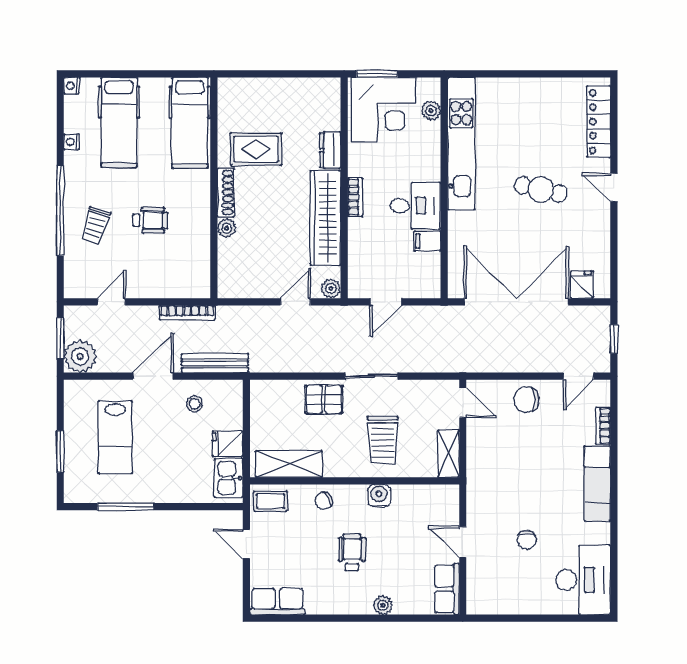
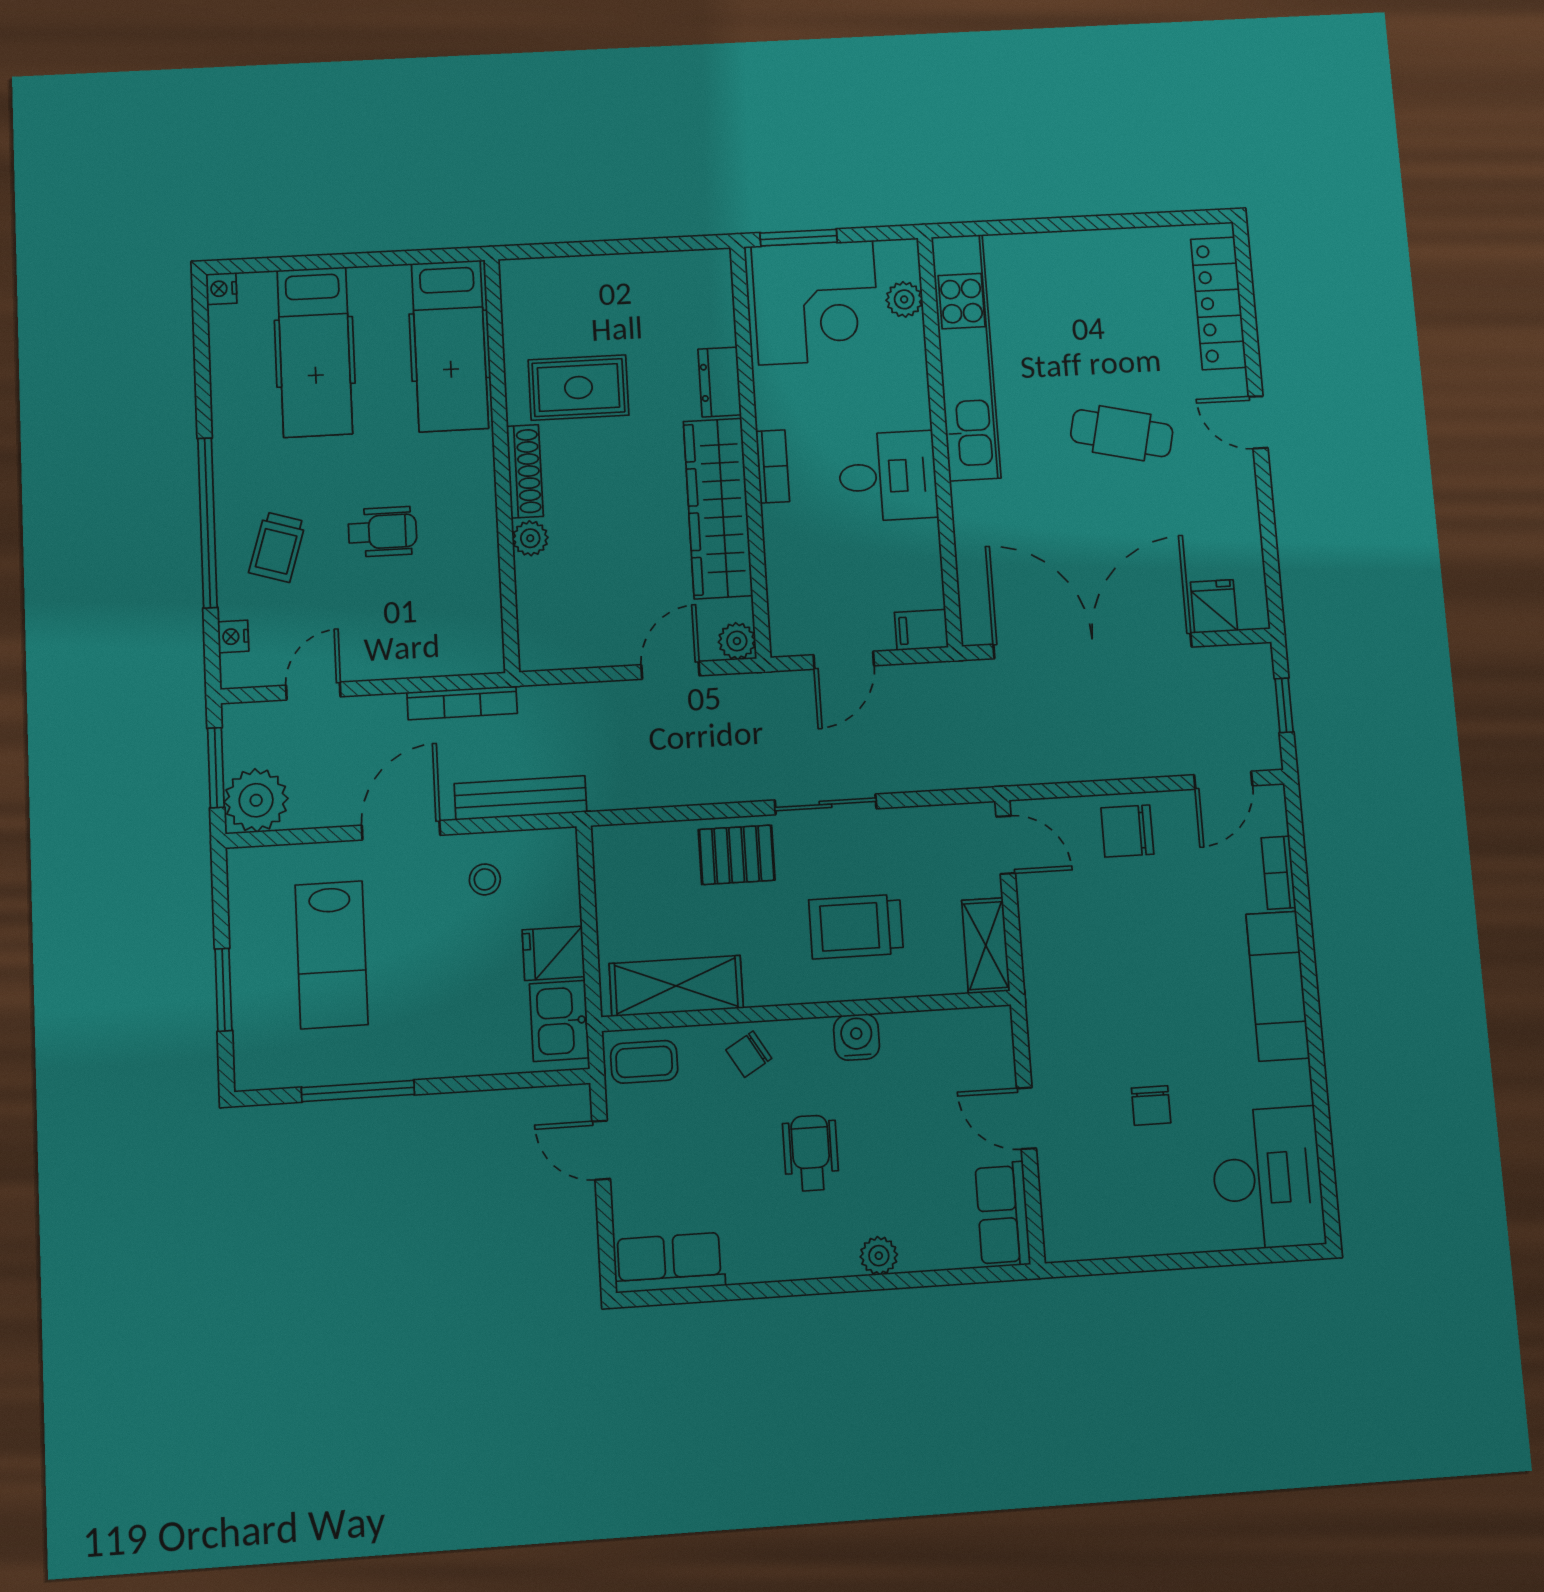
nightstand: (71, 142) -> (233, 636), moved
filing cabinet: (427, 241) -> (921, 630), moved
trolley: (383, 440) -> (856, 927), turned 90

